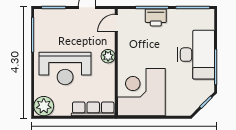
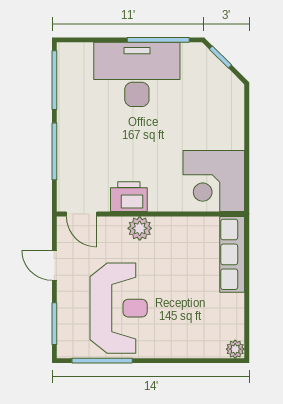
printer: (156, 17) -> (129, 197), moved, turned -90
reception desk: (65, 69) -> (119, 308), moved
corner desk: (141, 92) -> (214, 181), width x0.74, depth x0.74
plant: (44, 106) -> (235, 349), width x0.53, depth x0.53

